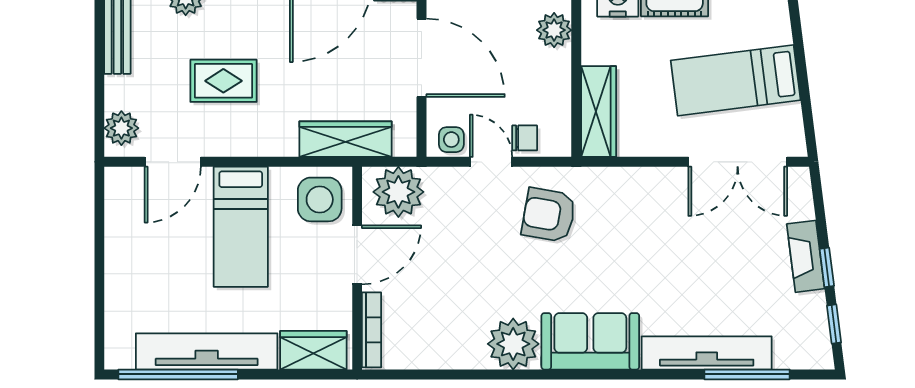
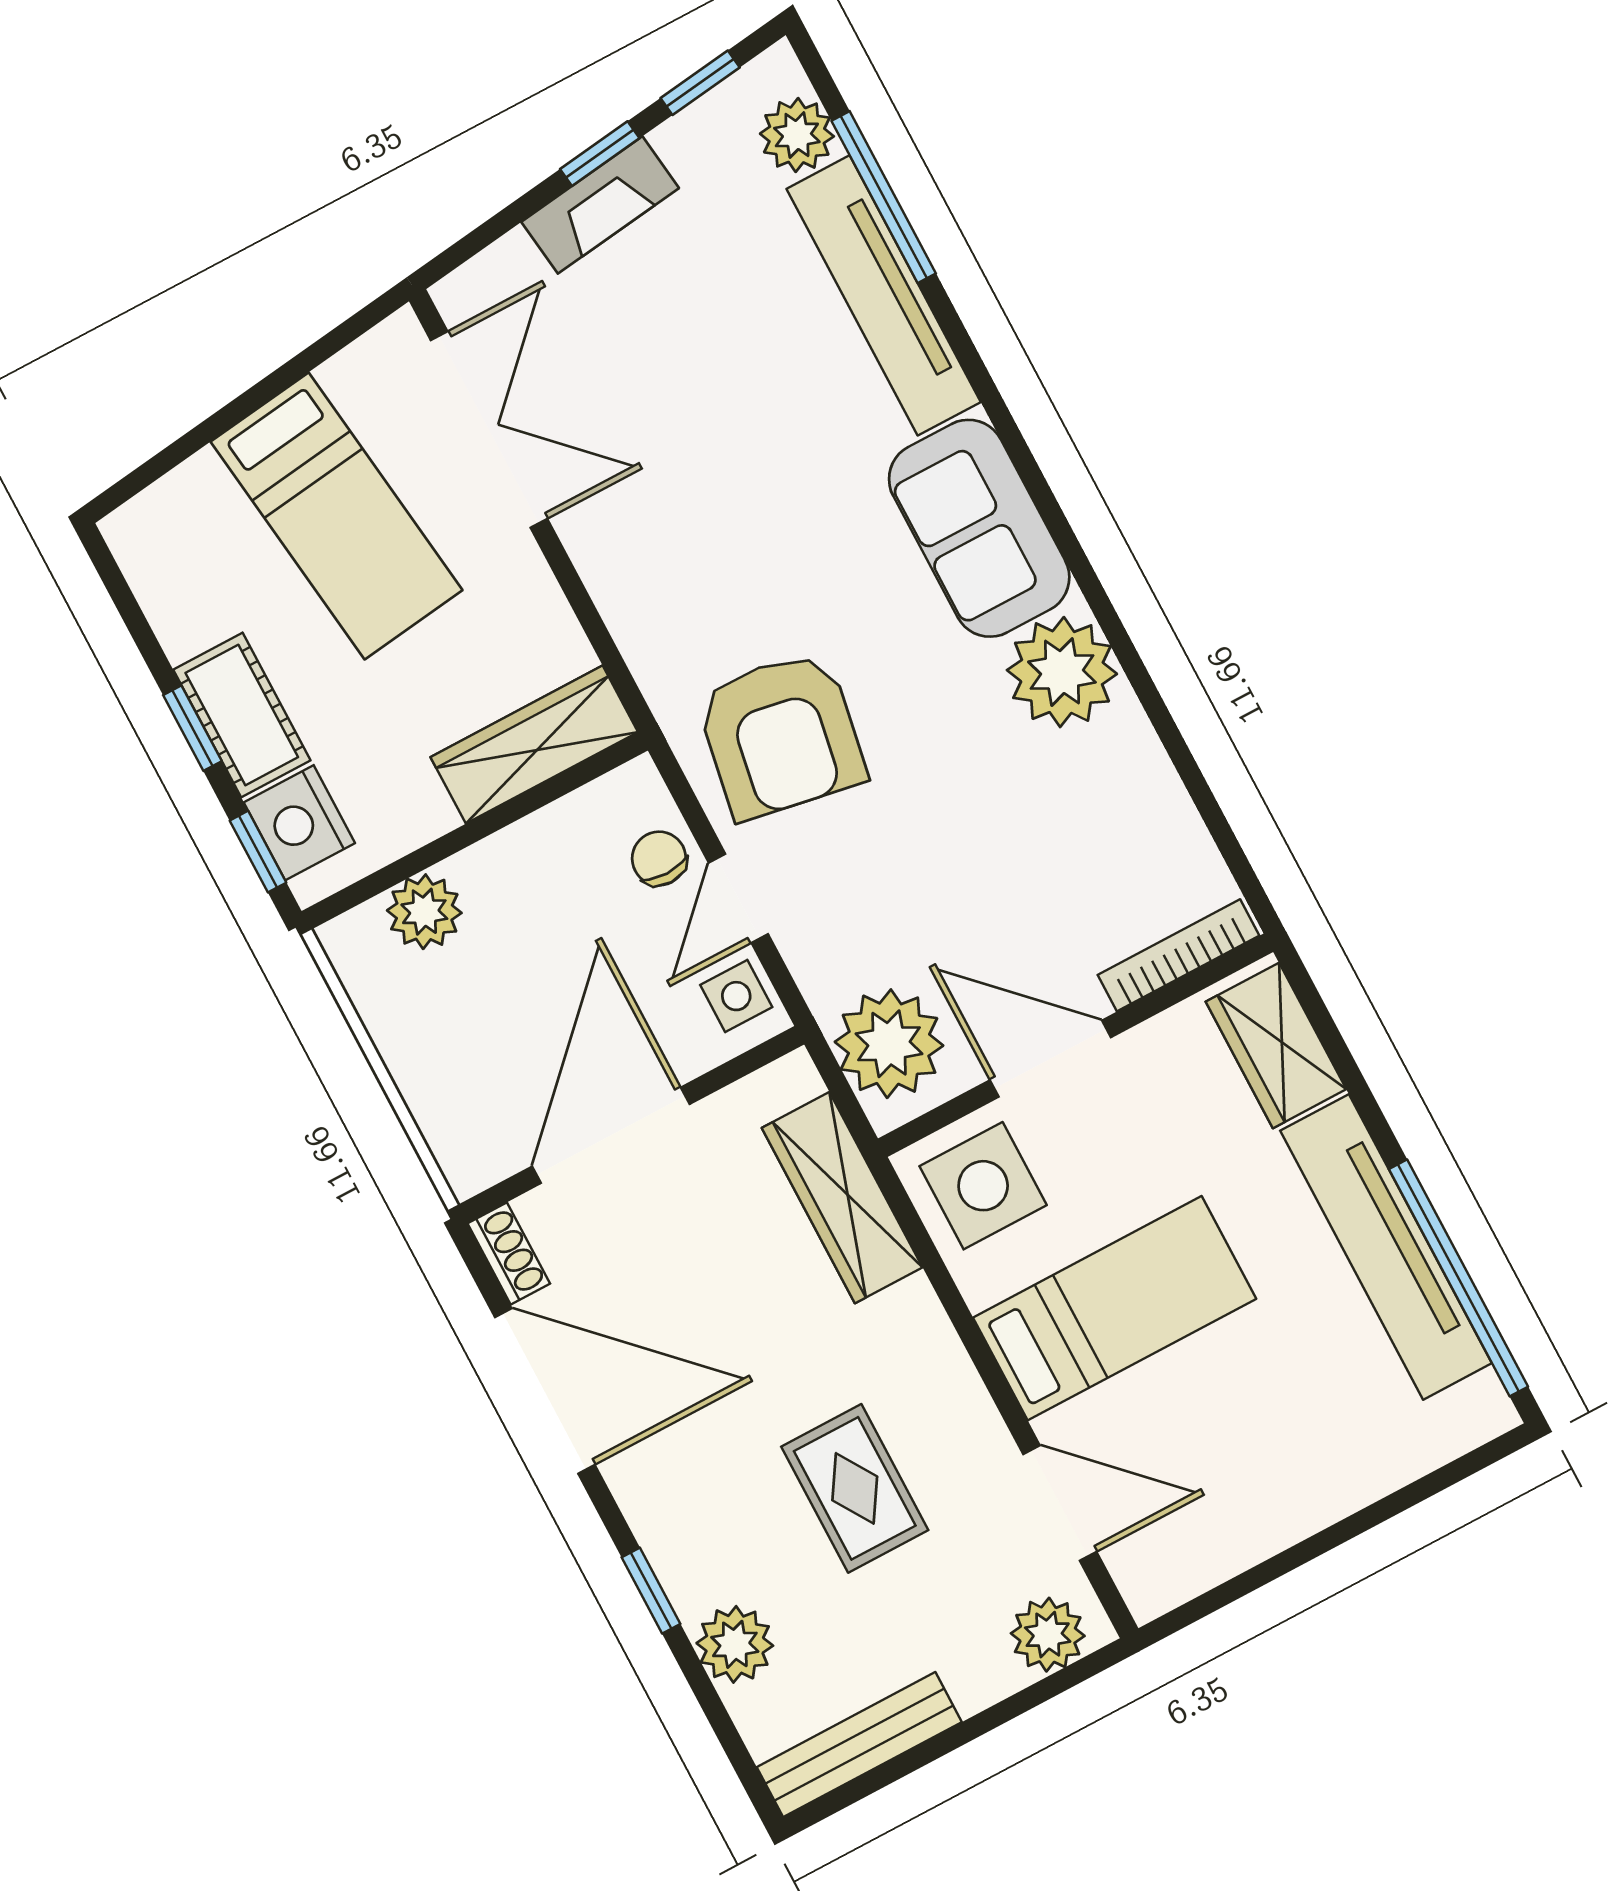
armchair: (549, 215) -> (781, 735), width x1.36, depth x1.36
plant: (791, 352) -> (797, 135), added

